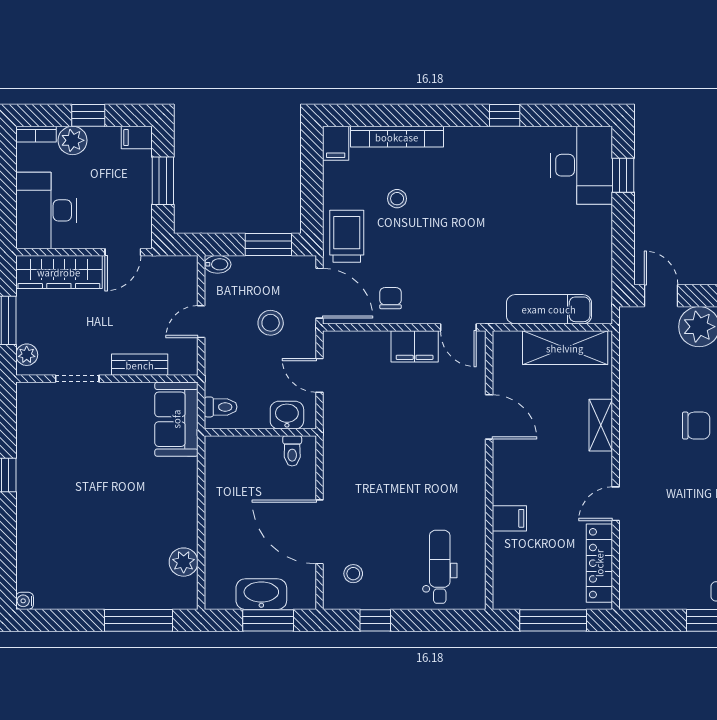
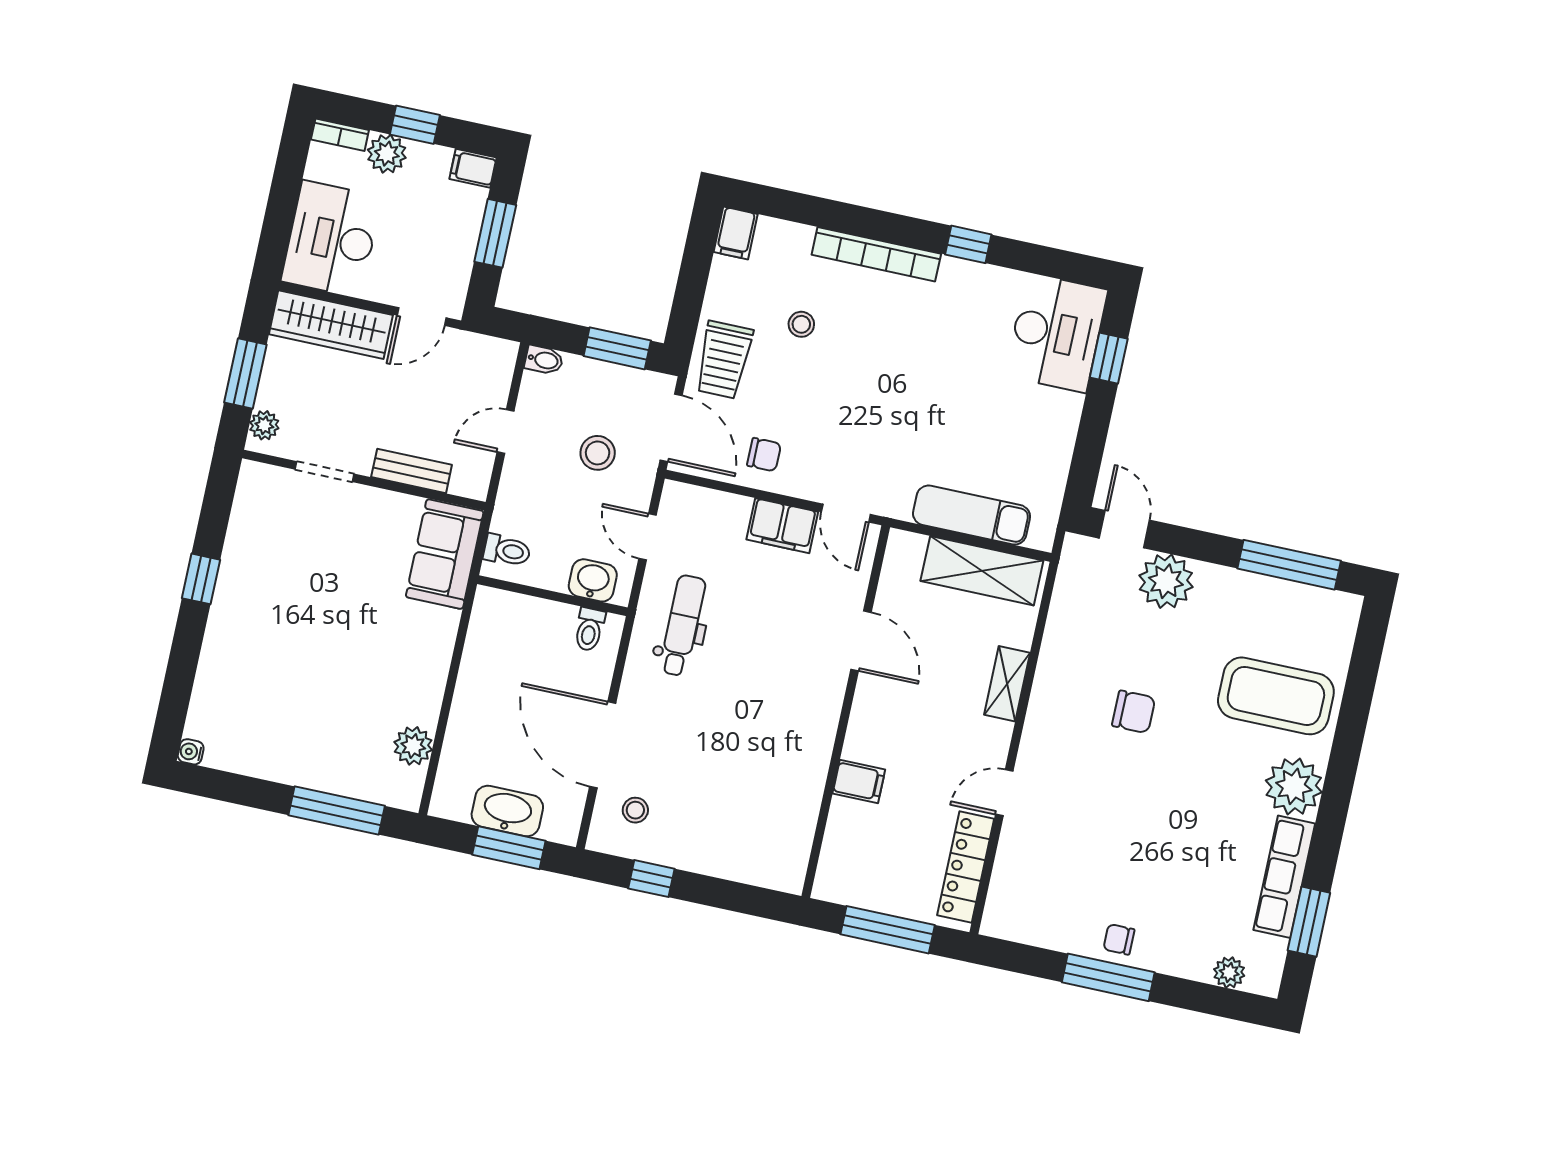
bookcase: (397, 137) -> (876, 254), moved
trolley: (347, 236) -> (724, 360), turned 180
chair: (390, 298) -> (764, 455), turned 90
dental chair: (440, 567) -> (683, 625), moved

